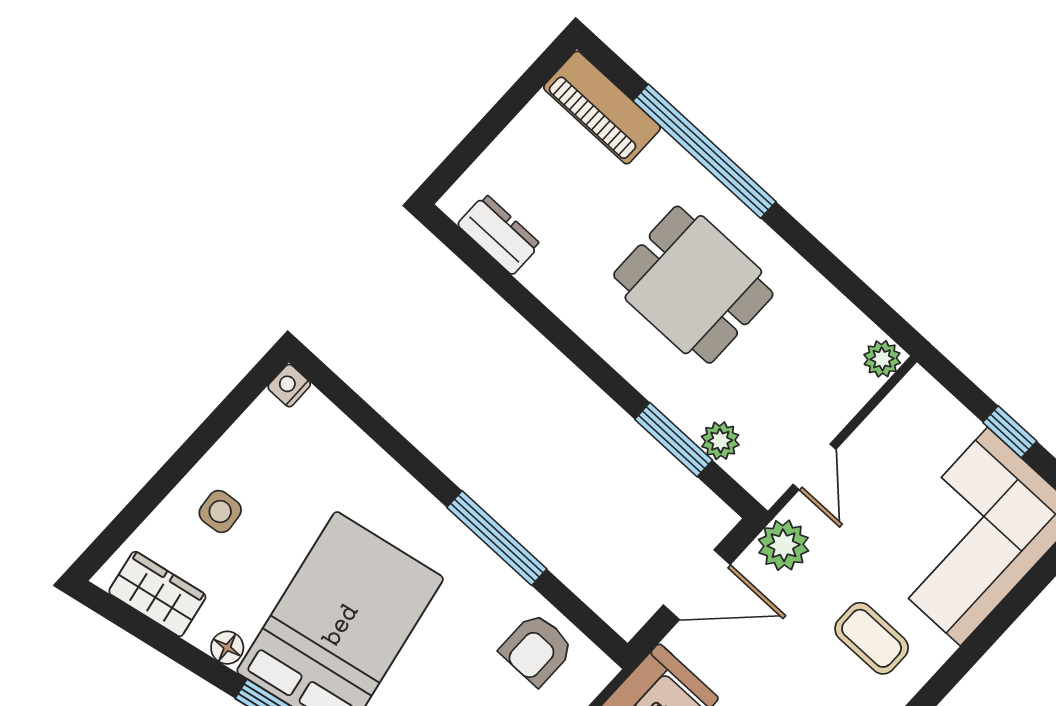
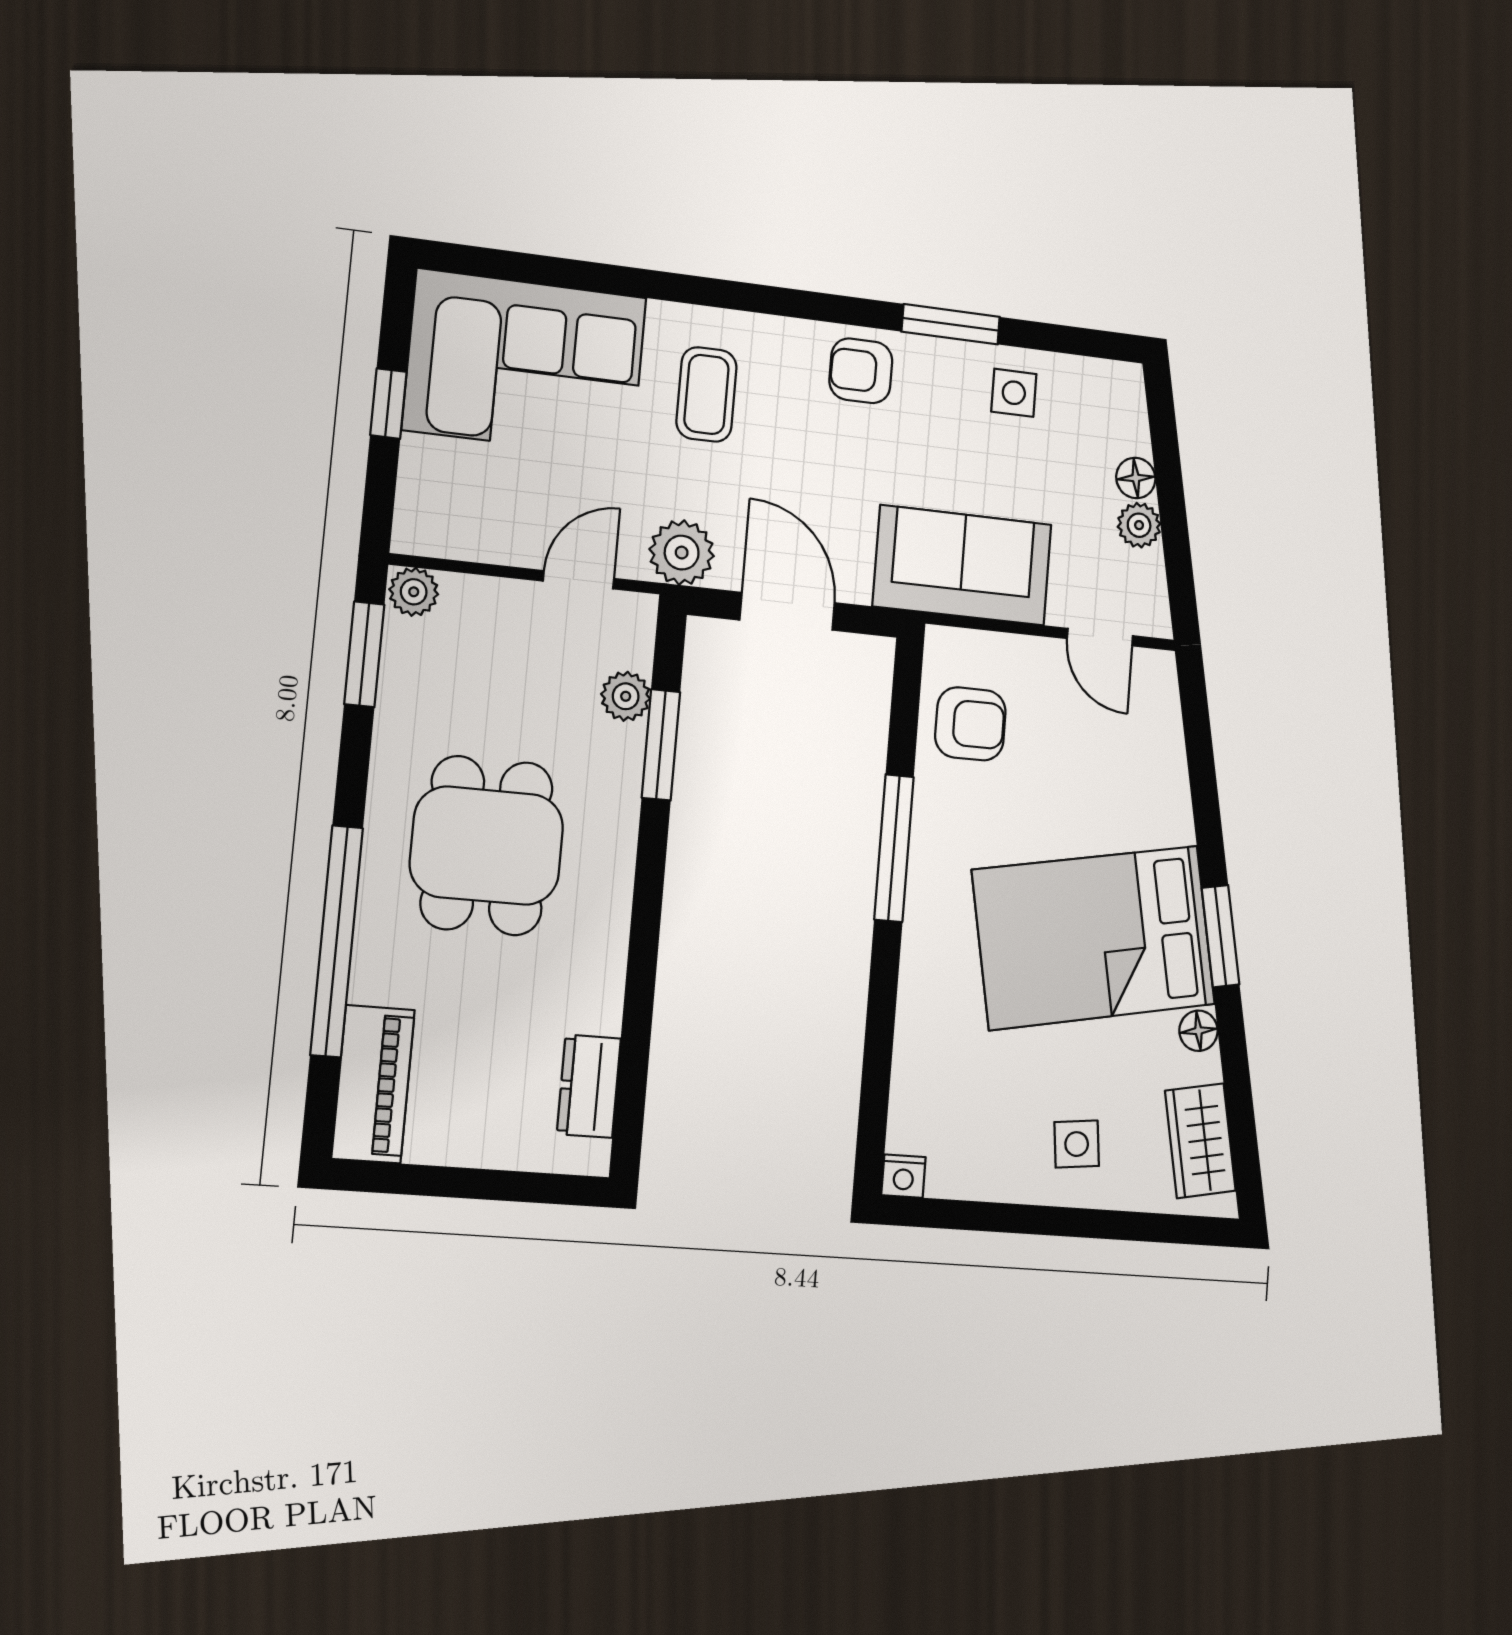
window: (866, 300) -> (364, 654), added

